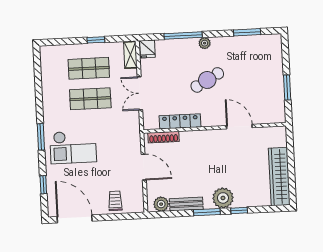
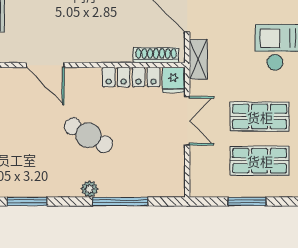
window: (96, 40) -> (247, 201), width x1.50
fridge: (147, 49) -> (173, 80), moved, turned 180
shelving: (130, 55) -> (198, 59), moved
cafe table: (207, 80) -> (88, 135), turned 59

